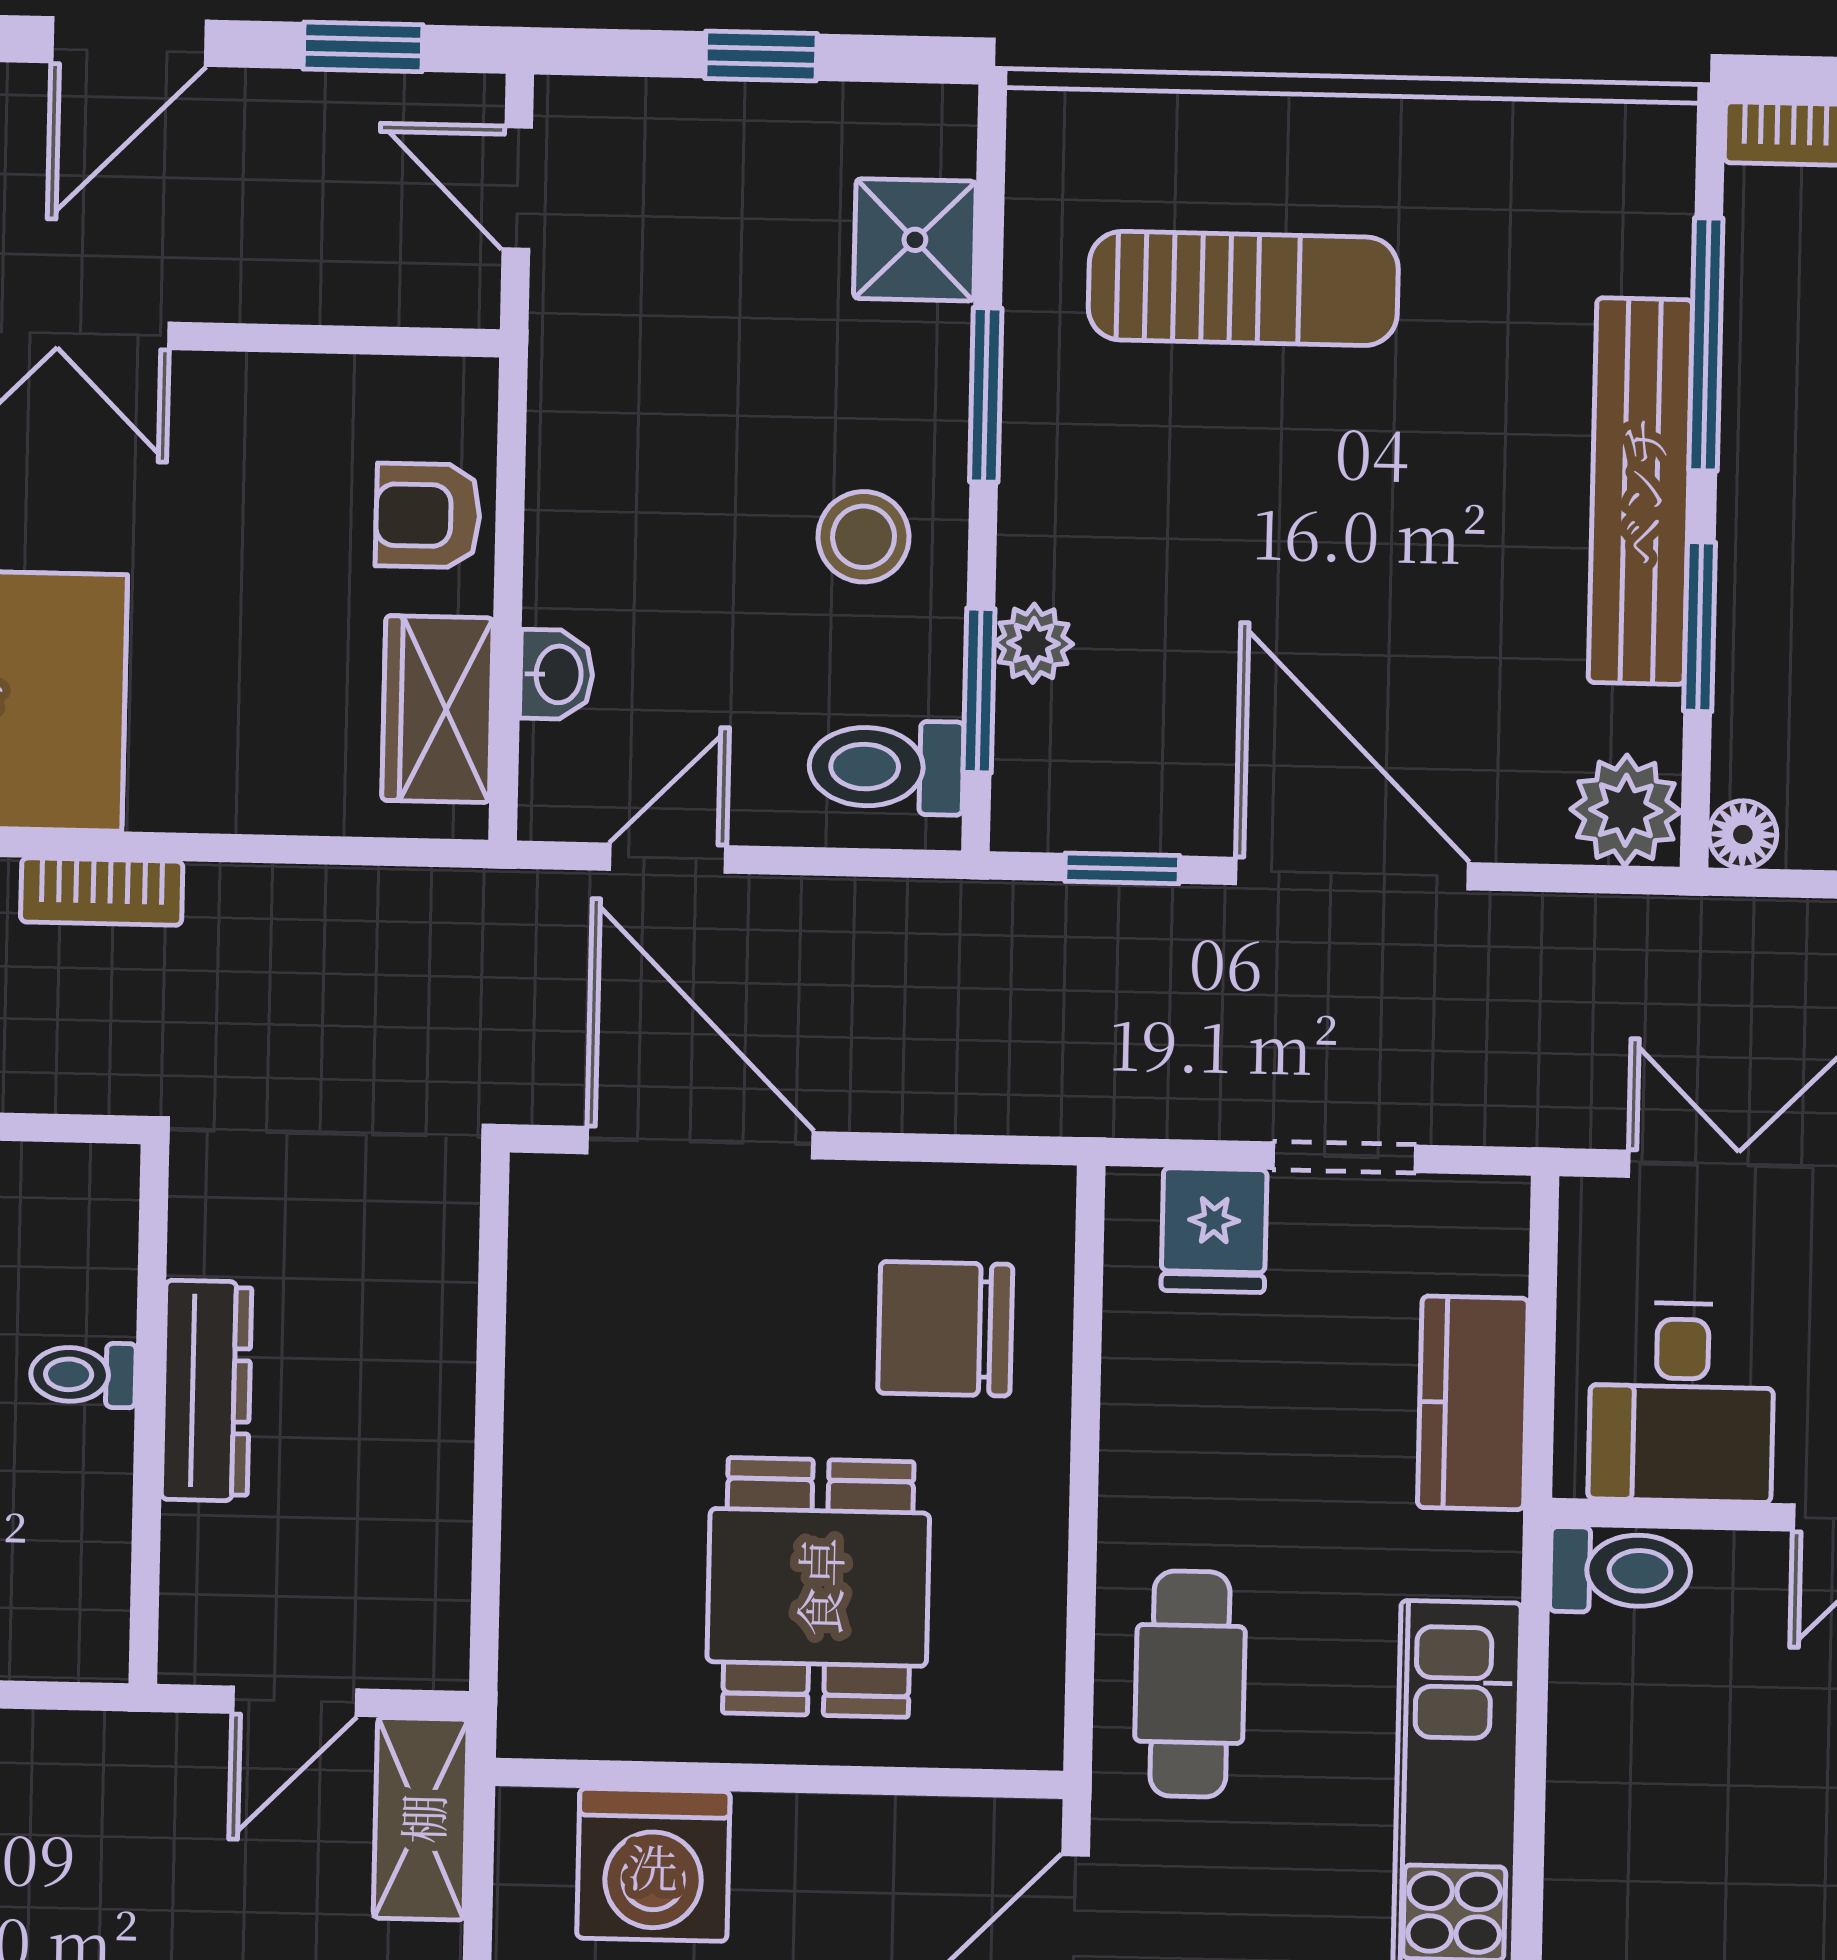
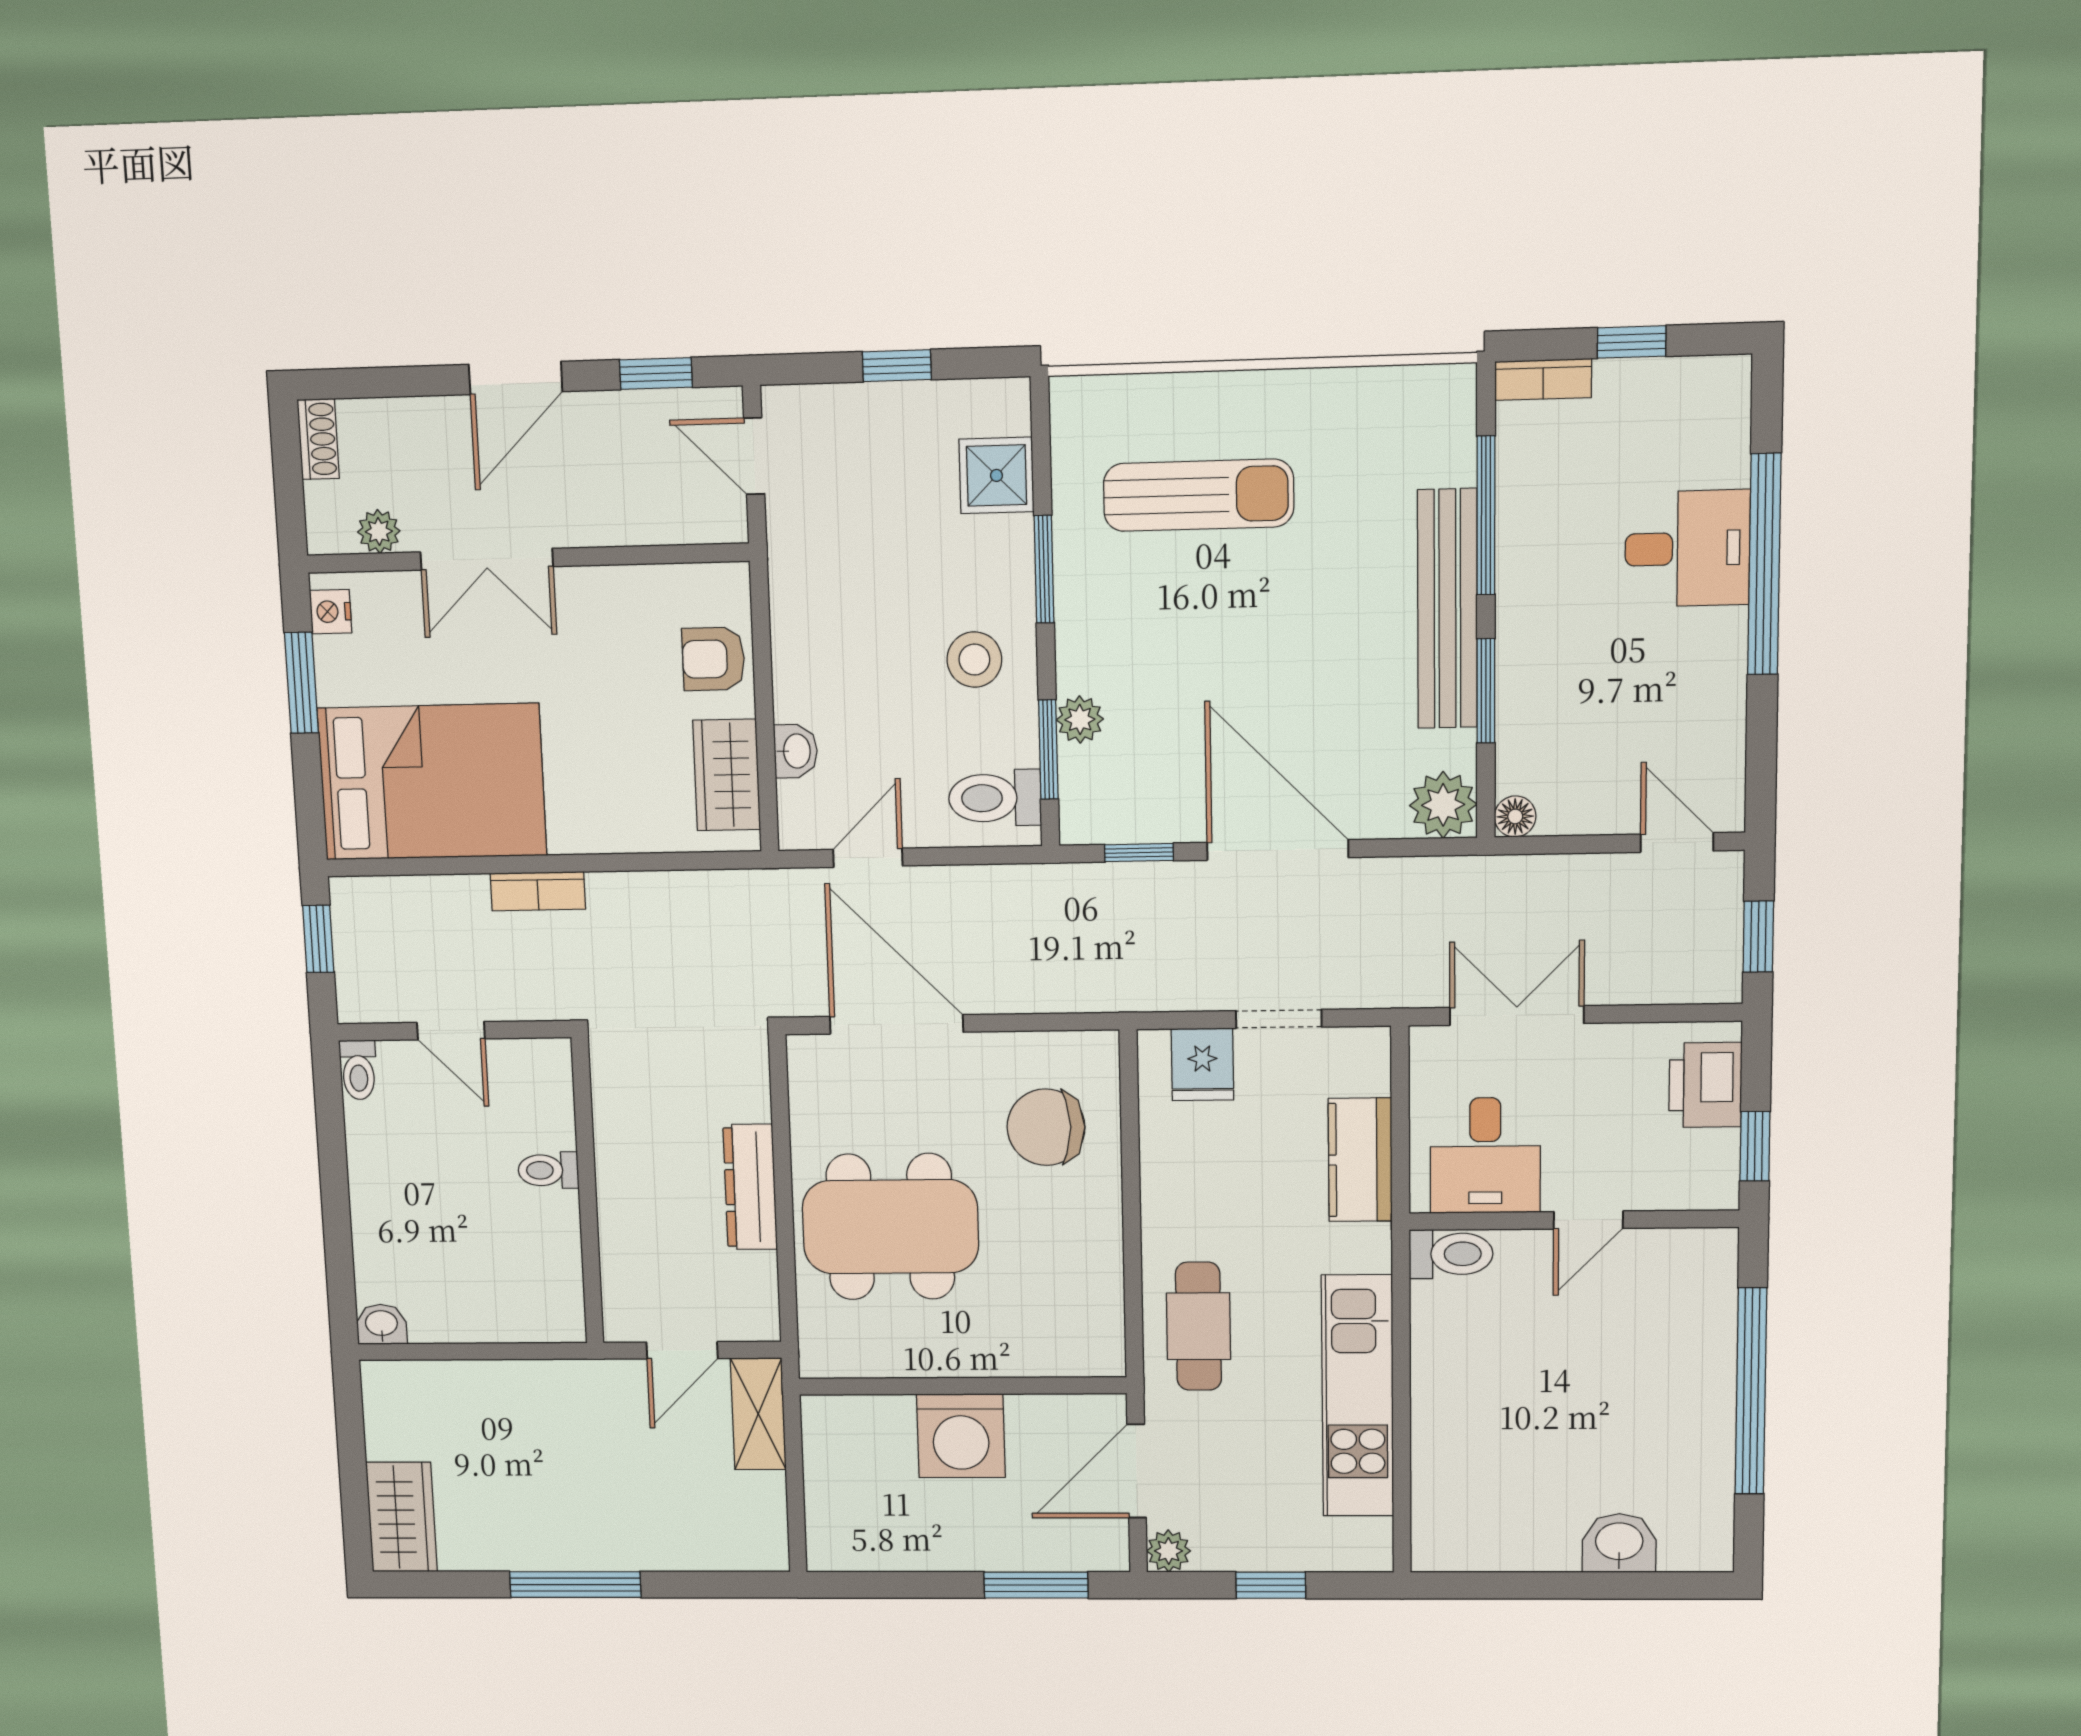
dresser: (207, 1391) -> (750, 1187), moved, turned 180
dining table: (818, 1587) -> (890, 1227), moved, width x1.38
washing machine: (653, 1865) -> (961, 1436), moved

